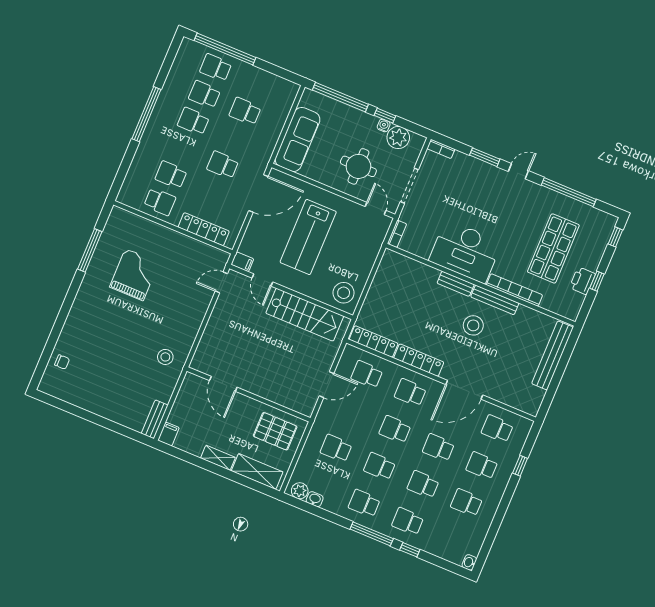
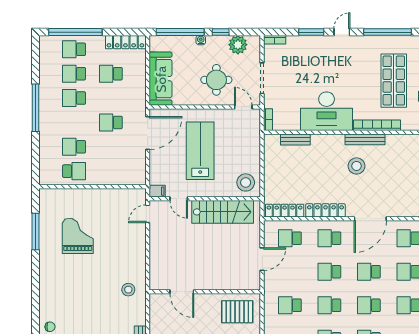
water cooler: (384, 126) -> (201, 40), moved
locker: (204, 229) -> (125, 42), moved, turned 180
lab bench: (308, 237) -> (200, 151), turned 180
bench: (456, 284) -> (295, 139), moved

